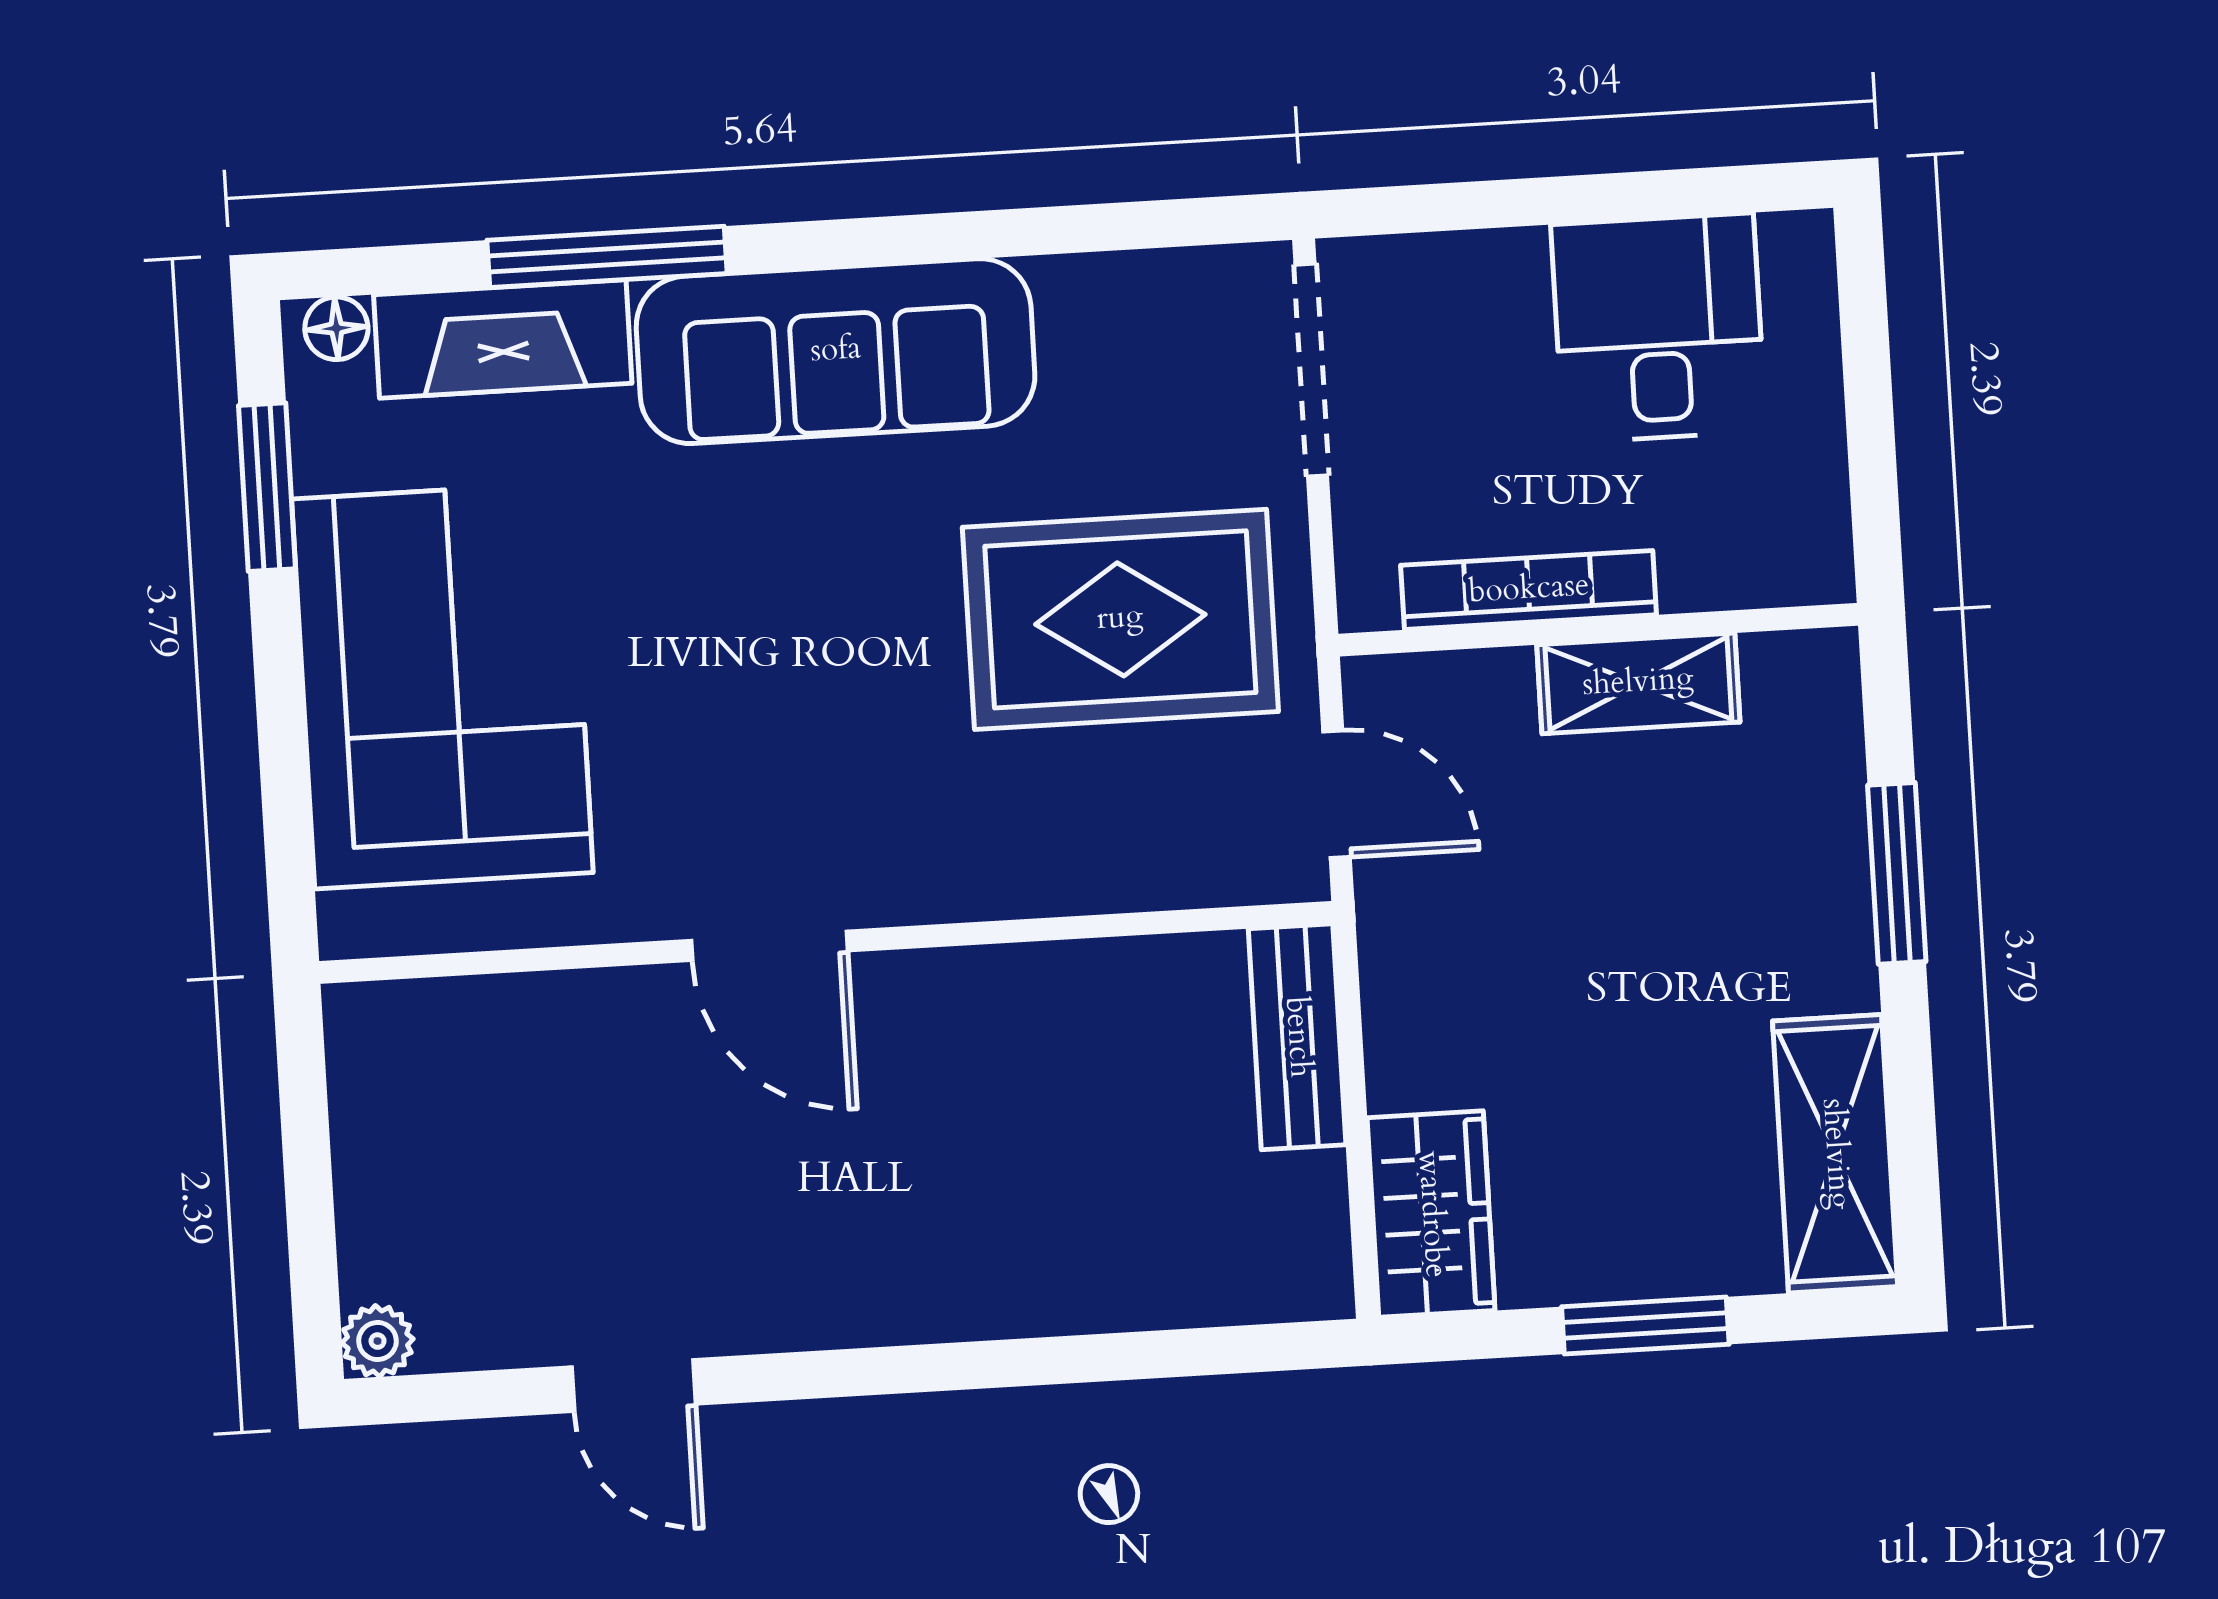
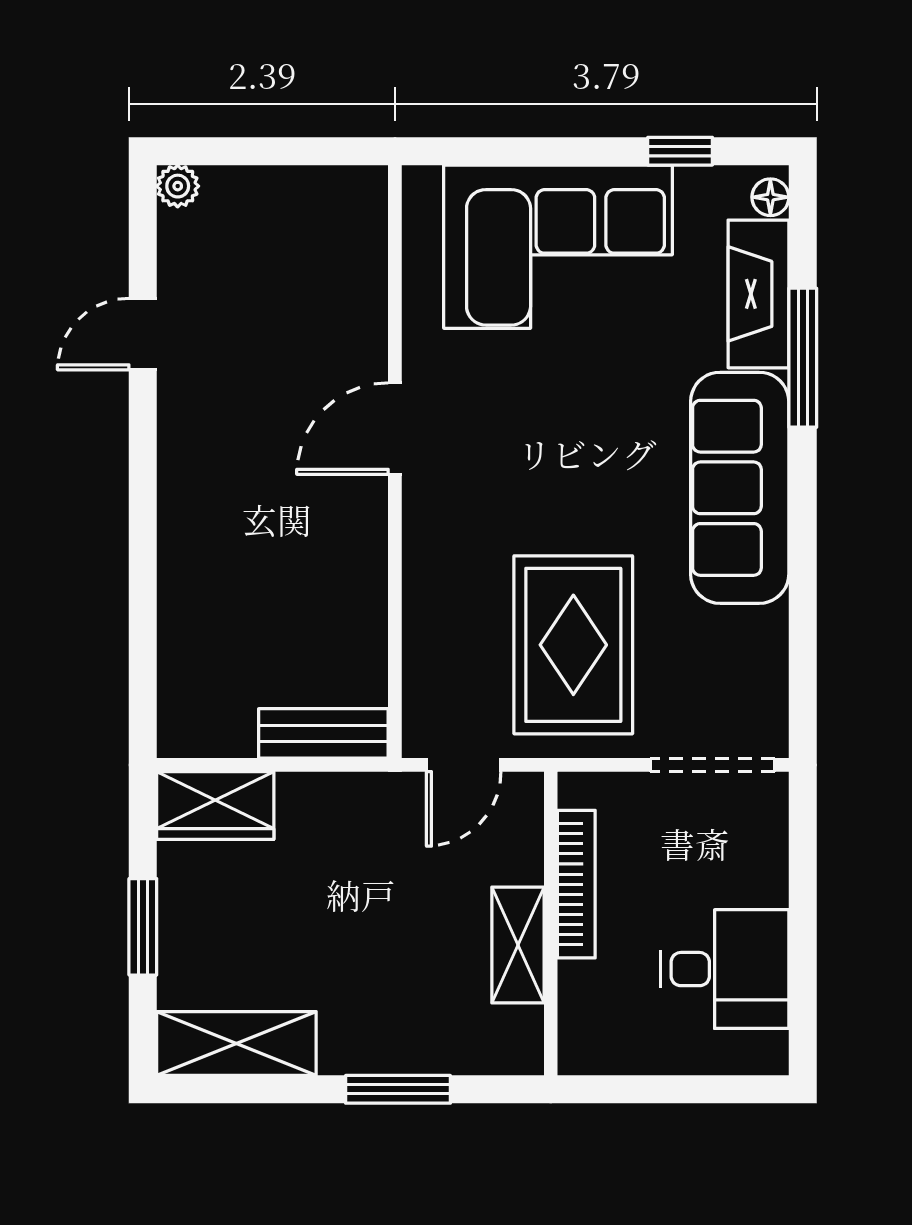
window: (267, 487) -> (680, 151), width x0.67

